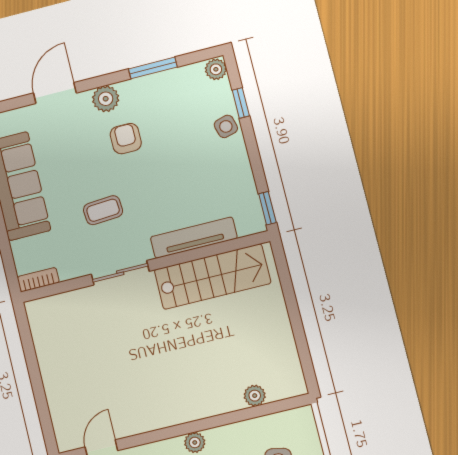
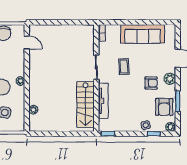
armchair: (173, 95) -> (164, 107), added

